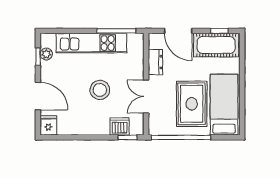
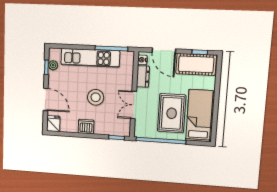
nightstand: (154, 43) -> (142, 60), added
dishwasher: (120, 126) -> (86, 127), moved

